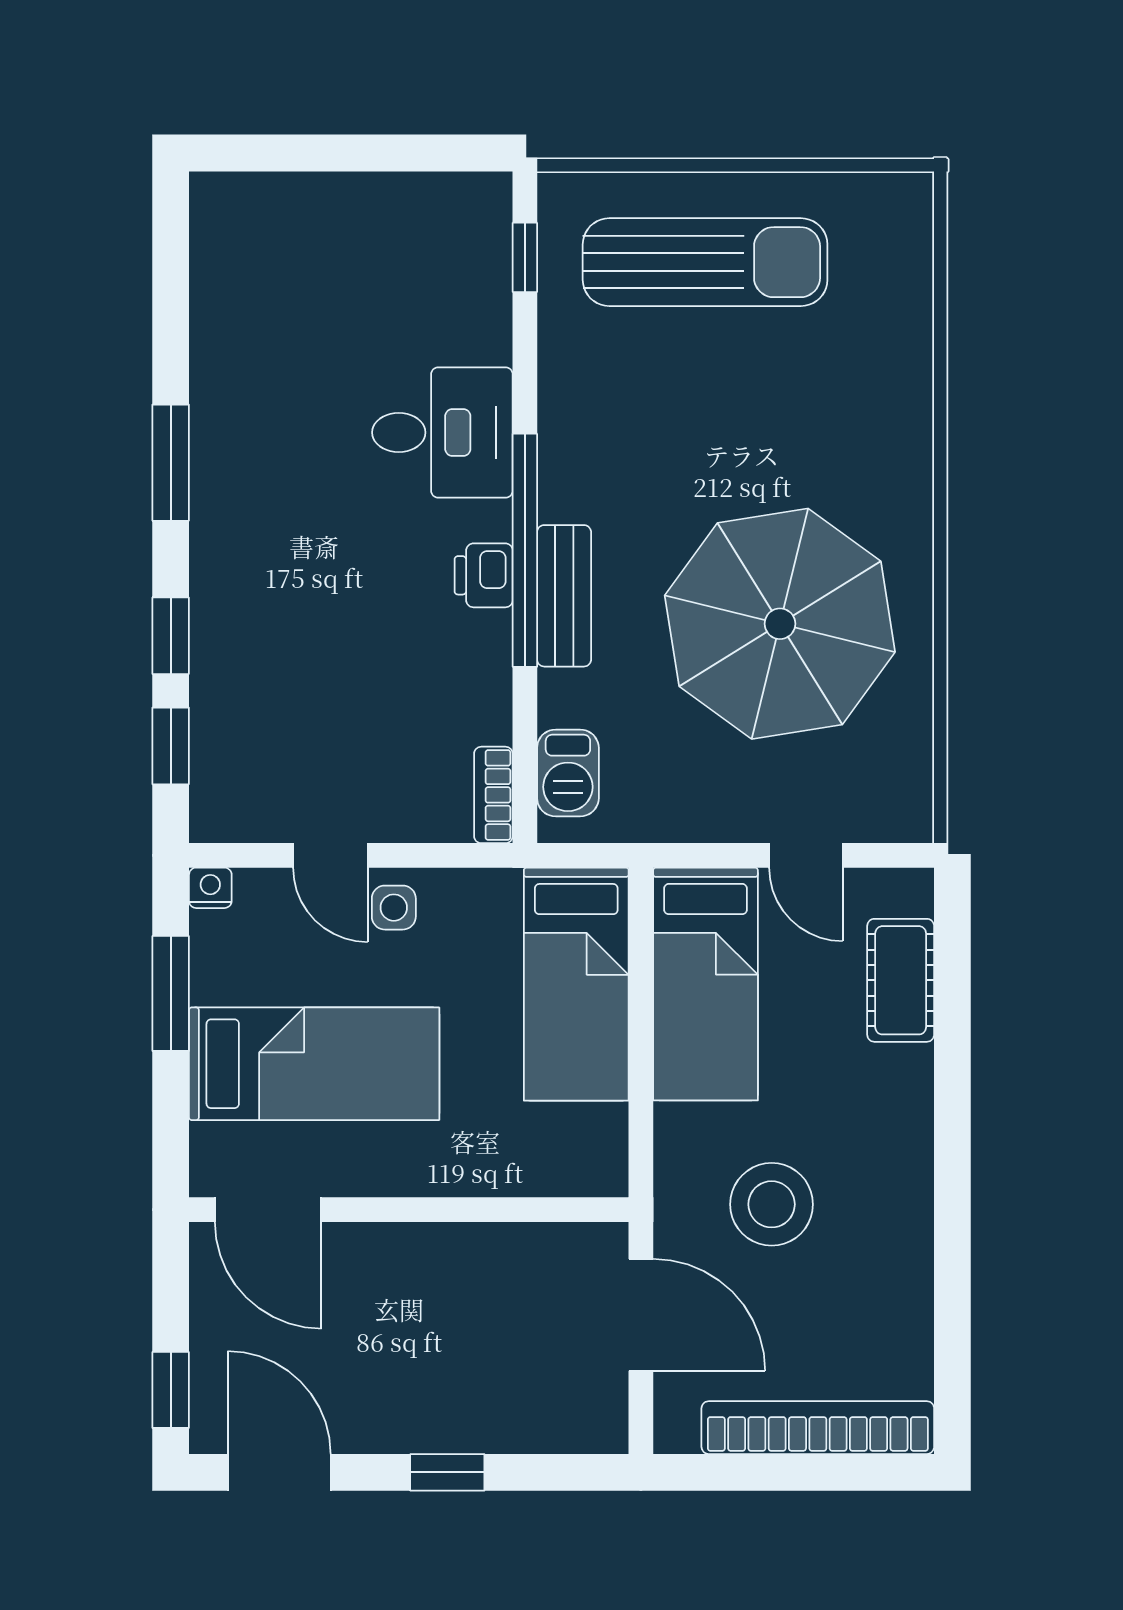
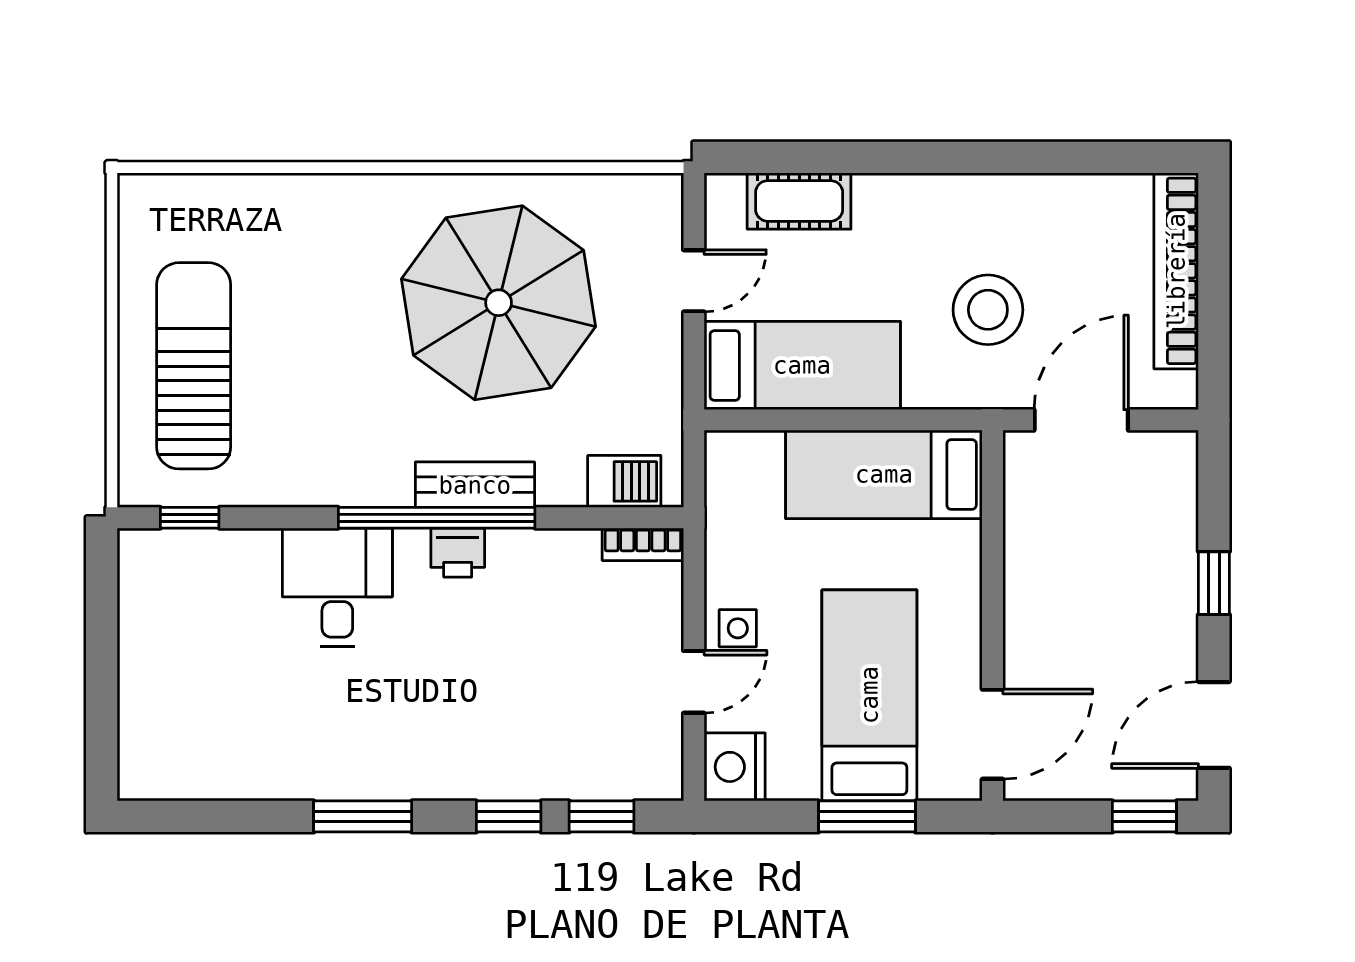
nightstand: (210, 888) -> (735, 767), width x1.89, depth x1.79
bed: (576, 984) -> (884, 474), moved, turned 180
window: (171, 993) -> (867, 816), moved

